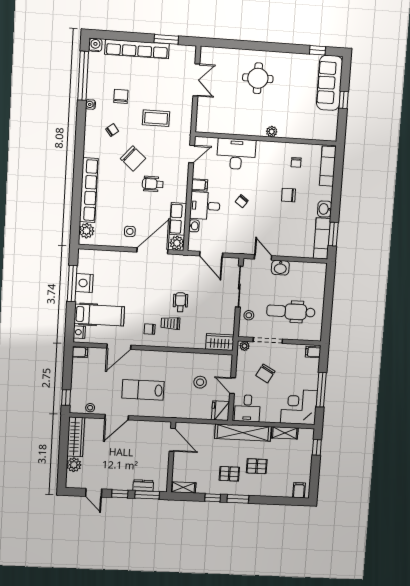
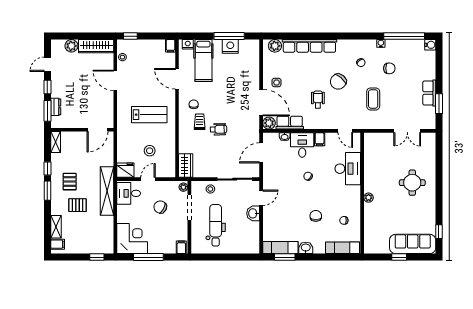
row of seats: (137, 49) -> (429, 93), width x0.50
lab bench: (143, 390) -> (149, 115), moved, turned 90
shelving: (285, 433) -> (56, 227), moved
pallet: (257, 466) -> (78, 205), turned 90

